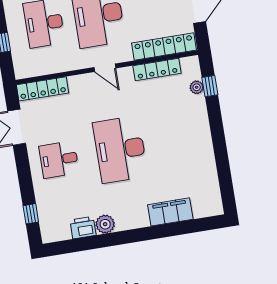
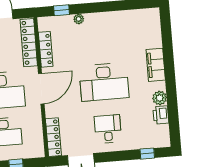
door: (105, 68) -> (41, 89), width x1.87
plant: (197, 87) -> (79, 19), moved
desk: (59, 160) -> (108, 129), turned 180
filing cabinet: (170, 212) -> (156, 65), moved

